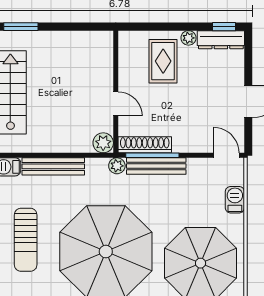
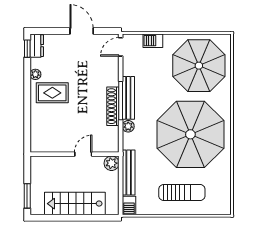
dresser: (221, 40) -> (37, 46), width x0.70
wall: (116, 92) -> (74, 154), moved
door: (116, 104) -> (83, 154), moved
plant: (103, 143) -> (112, 163), moved

